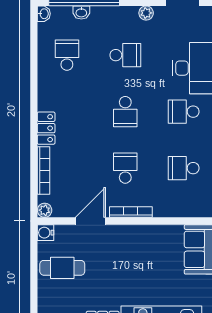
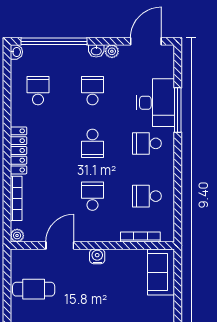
washbasin: (81, 12) -> (96, 51), moved
school desk: (125, 55) -> (92, 91), turned -90
locker: (46, 128) -> (19, 150), width x1.53
bookcase: (131, 212) -> (140, 237), moved
water cooler: (46, 233) -> (97, 256), moved, turned 90

